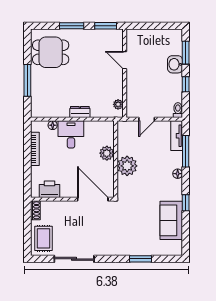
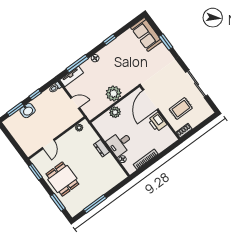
window: (72, 26) -> (58, 202), moved
dining table: (51, 52) -> (62, 179), moved
window: (27, 80) -> (95, 204), moved
printer: (50, 189) -> (157, 122), moved
sofa: (171, 220) -> (146, 34), moved, turned 90
rug: (44, 238) -> (181, 109), moved

